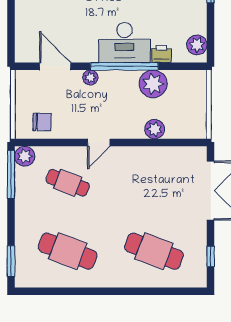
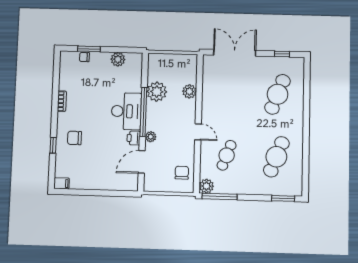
plant: (197, 45) -> (118, 59), moved
printer: (161, 54) -> (134, 138), moved

